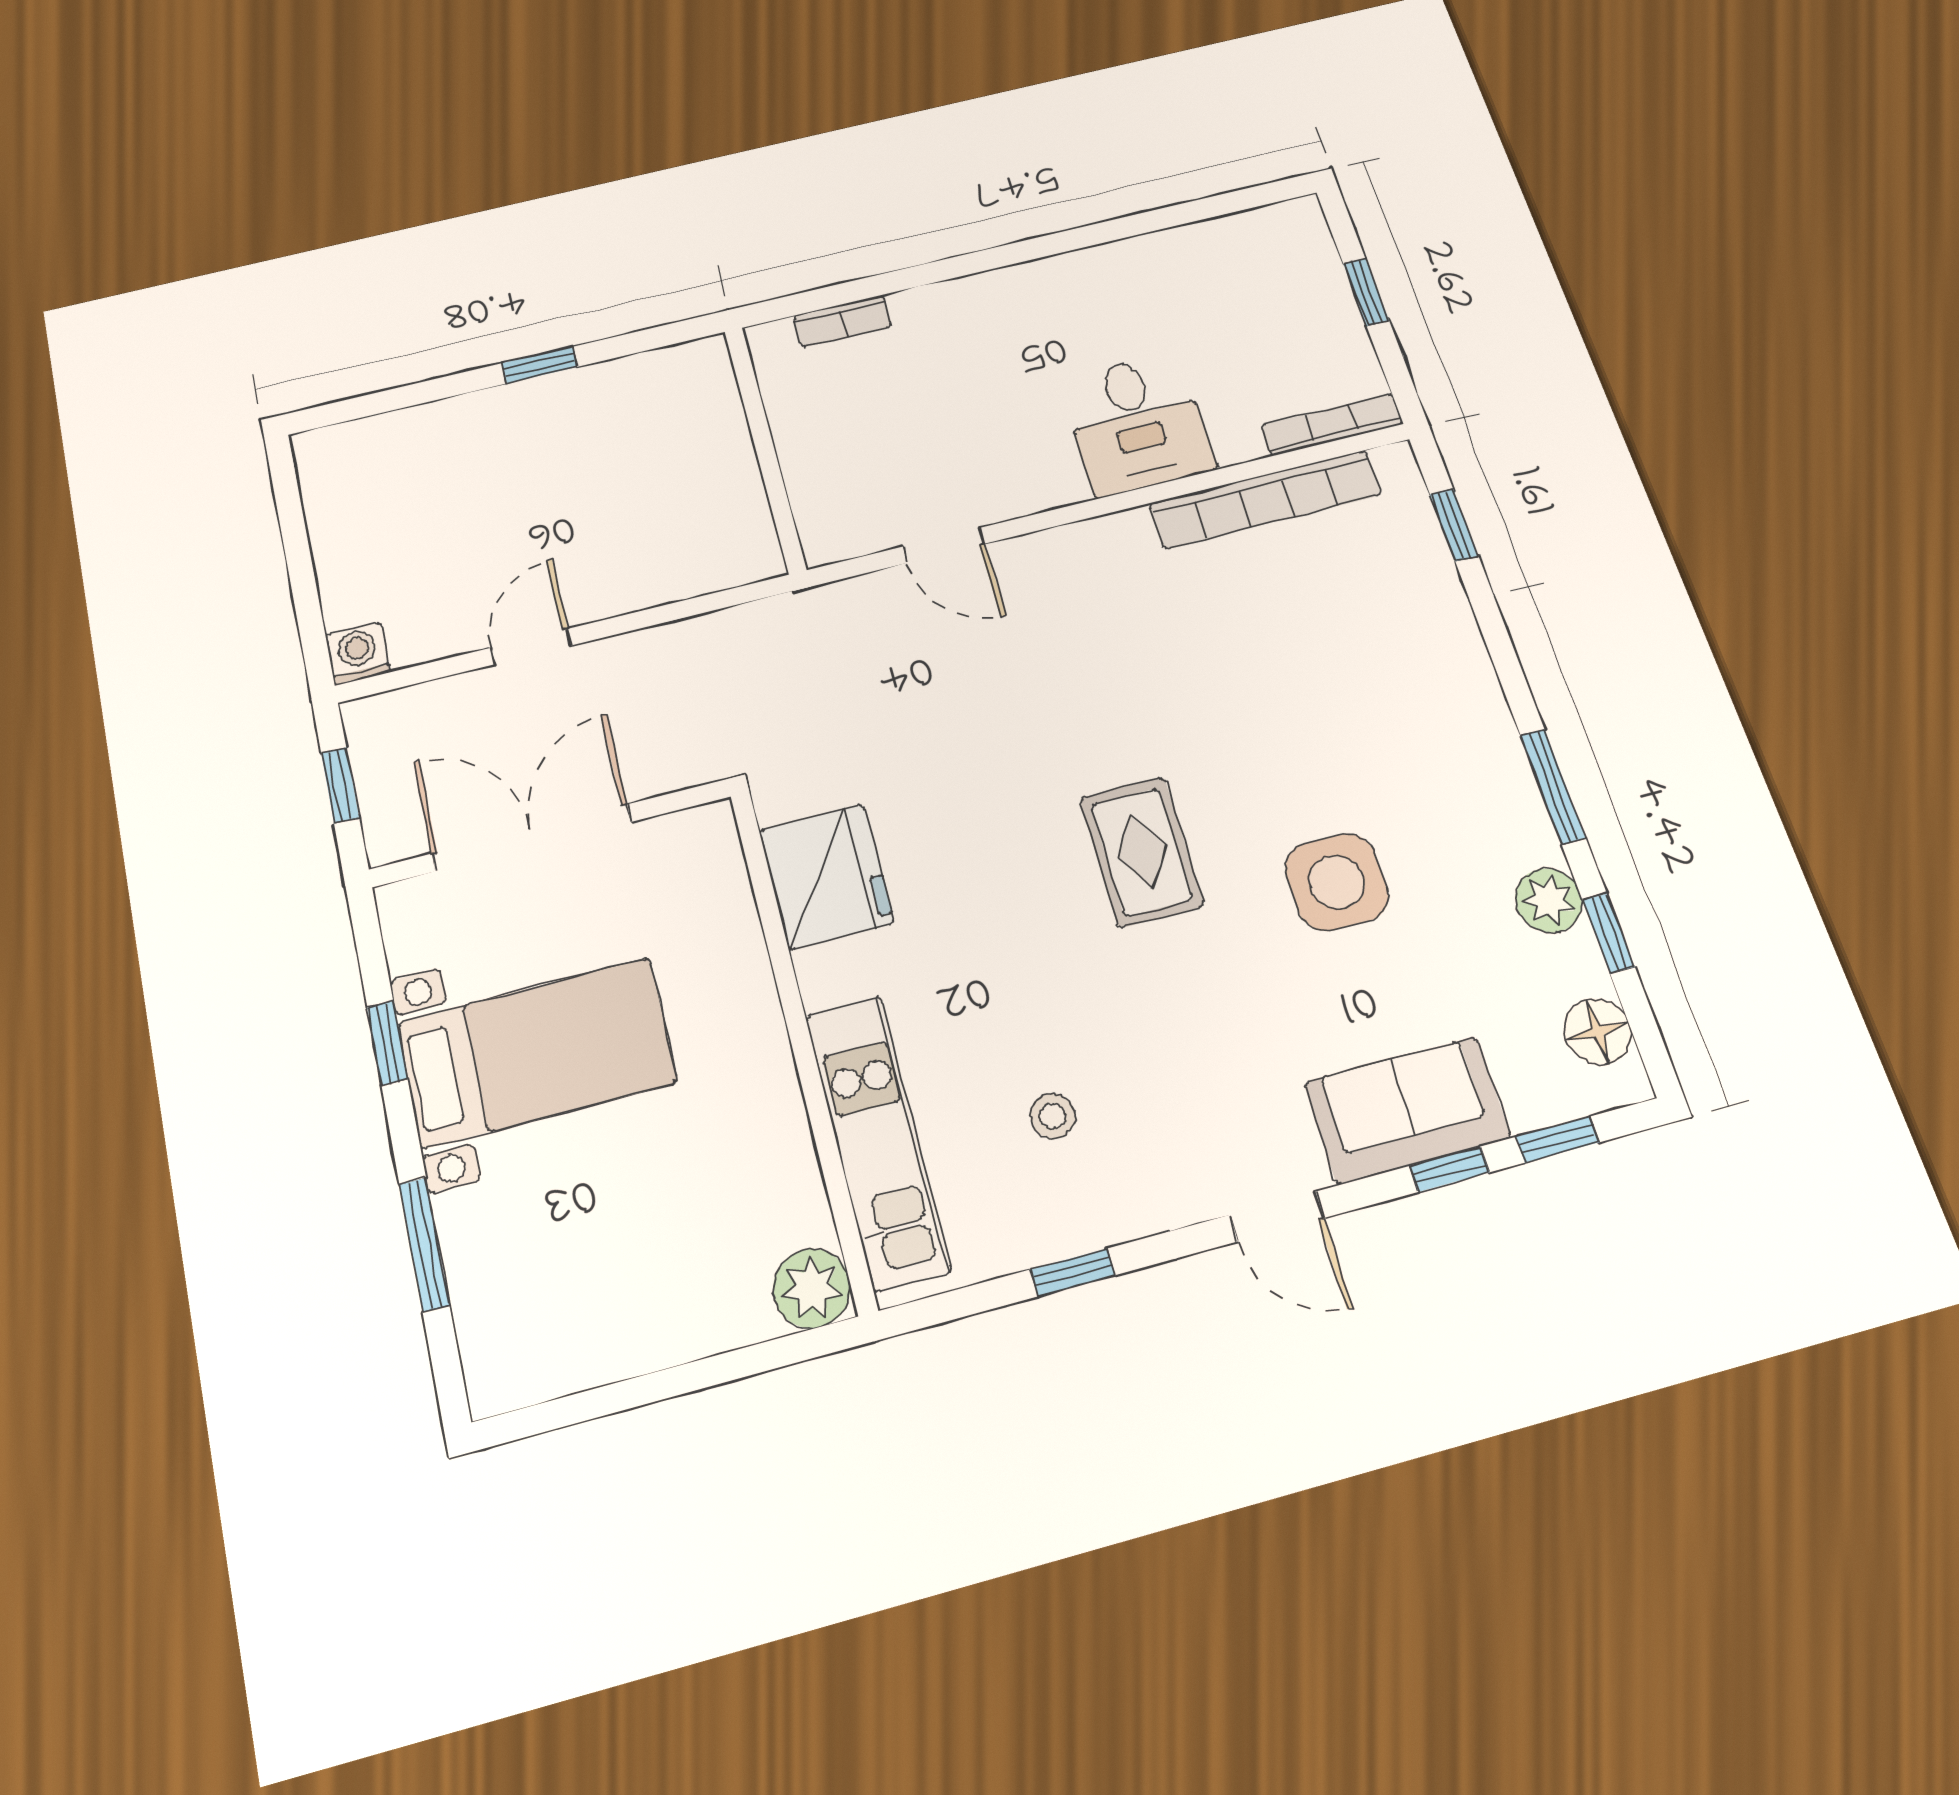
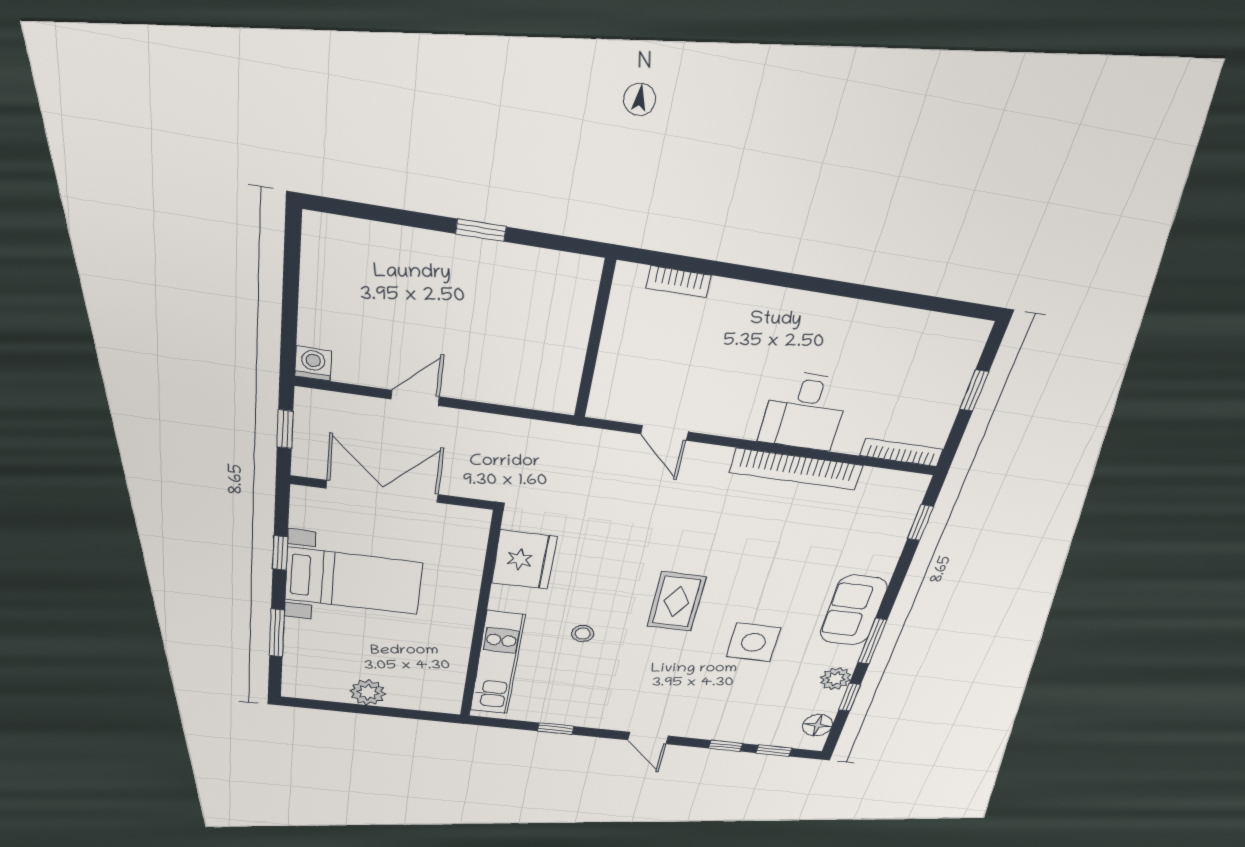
bookcase: (1265, 499) -> (796, 469), moved
sofa: (1407, 1110) -> (853, 610), moved, turned -90
stool: (1053, 1116) -> (583, 634), moved
plant: (812, 1288) -> (368, 692), moved

